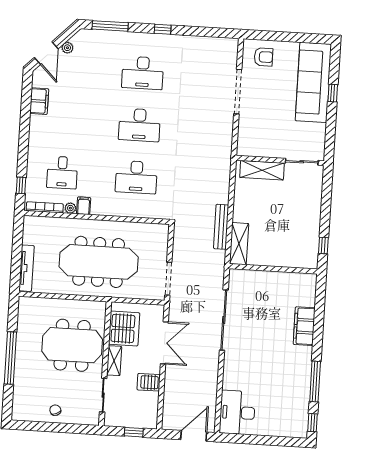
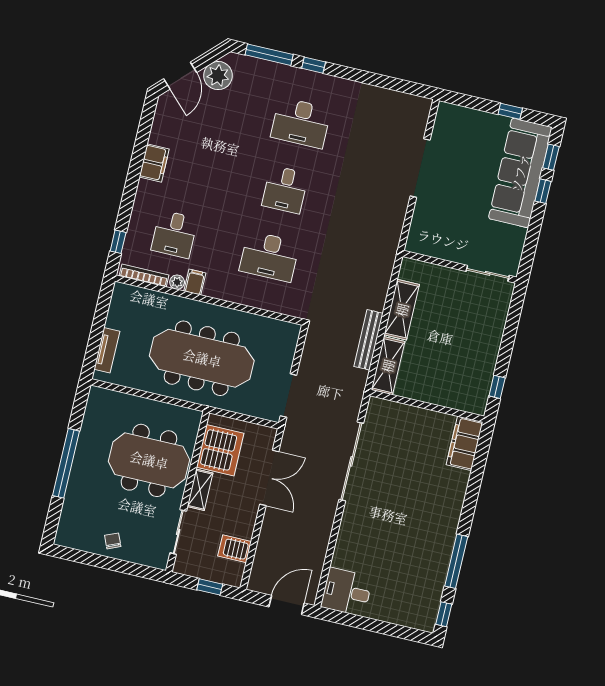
window: (163, 29) -> (314, 65), moved
window: (298, 37) -> (510, 111), added
plant: (67, 48) -> (218, 76), width x1.88, depth x1.88
armchair: (263, 57) -> (461, 129), removed
window: (334, 67) -> (551, 157), added
filing cabinet: (39, 101) -> (154, 163), moved
desk: (139, 125) -> (285, 190), width x0.73
shelving: (262, 170) -> (402, 310), moved, turned 90
tv unit: (27, 268) -> (107, 350), width x0.71
filing cabinet: (304, 326) -> (465, 443), moved
server rack: (149, 382) -> (235, 549), moved
desk: (237, 412) -> (347, 592), width x0.73

